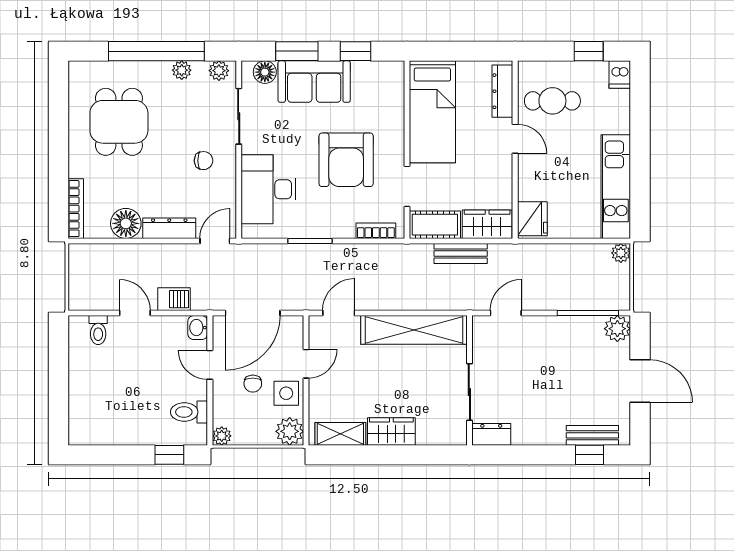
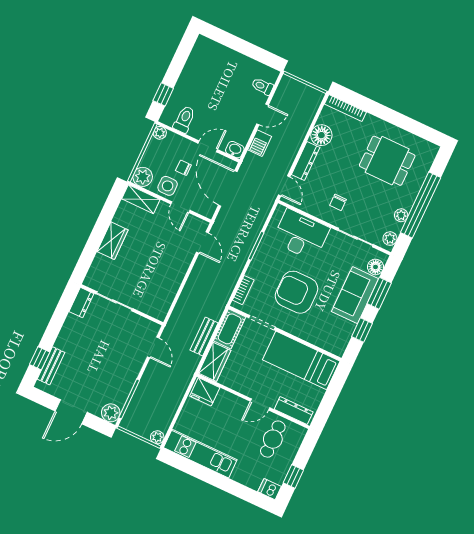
shelving: (414, 330) -> (170, 285), removed
shelving: (340, 434) -> (141, 199), moved, turned 90

